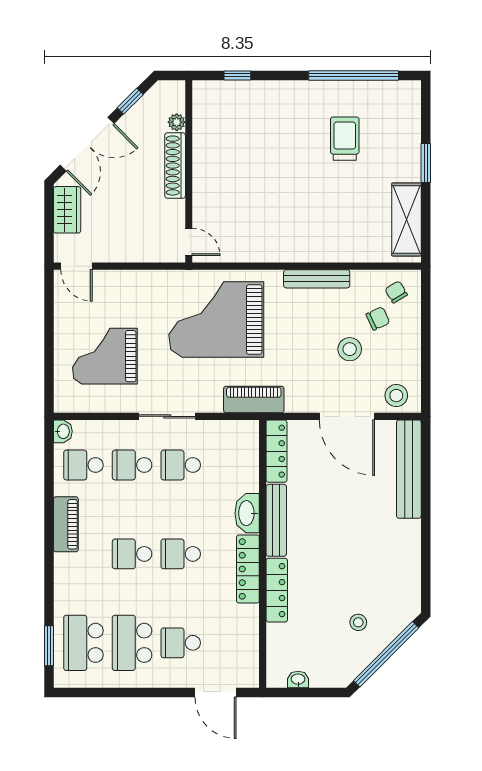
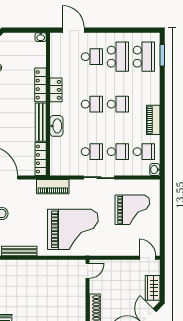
door: (189, 242) -> (88, 271), swing flipped
locker: (248, 569) -> (56, 90), width x0.66
washbasin: (298, 680) -> (41, 37), moved

